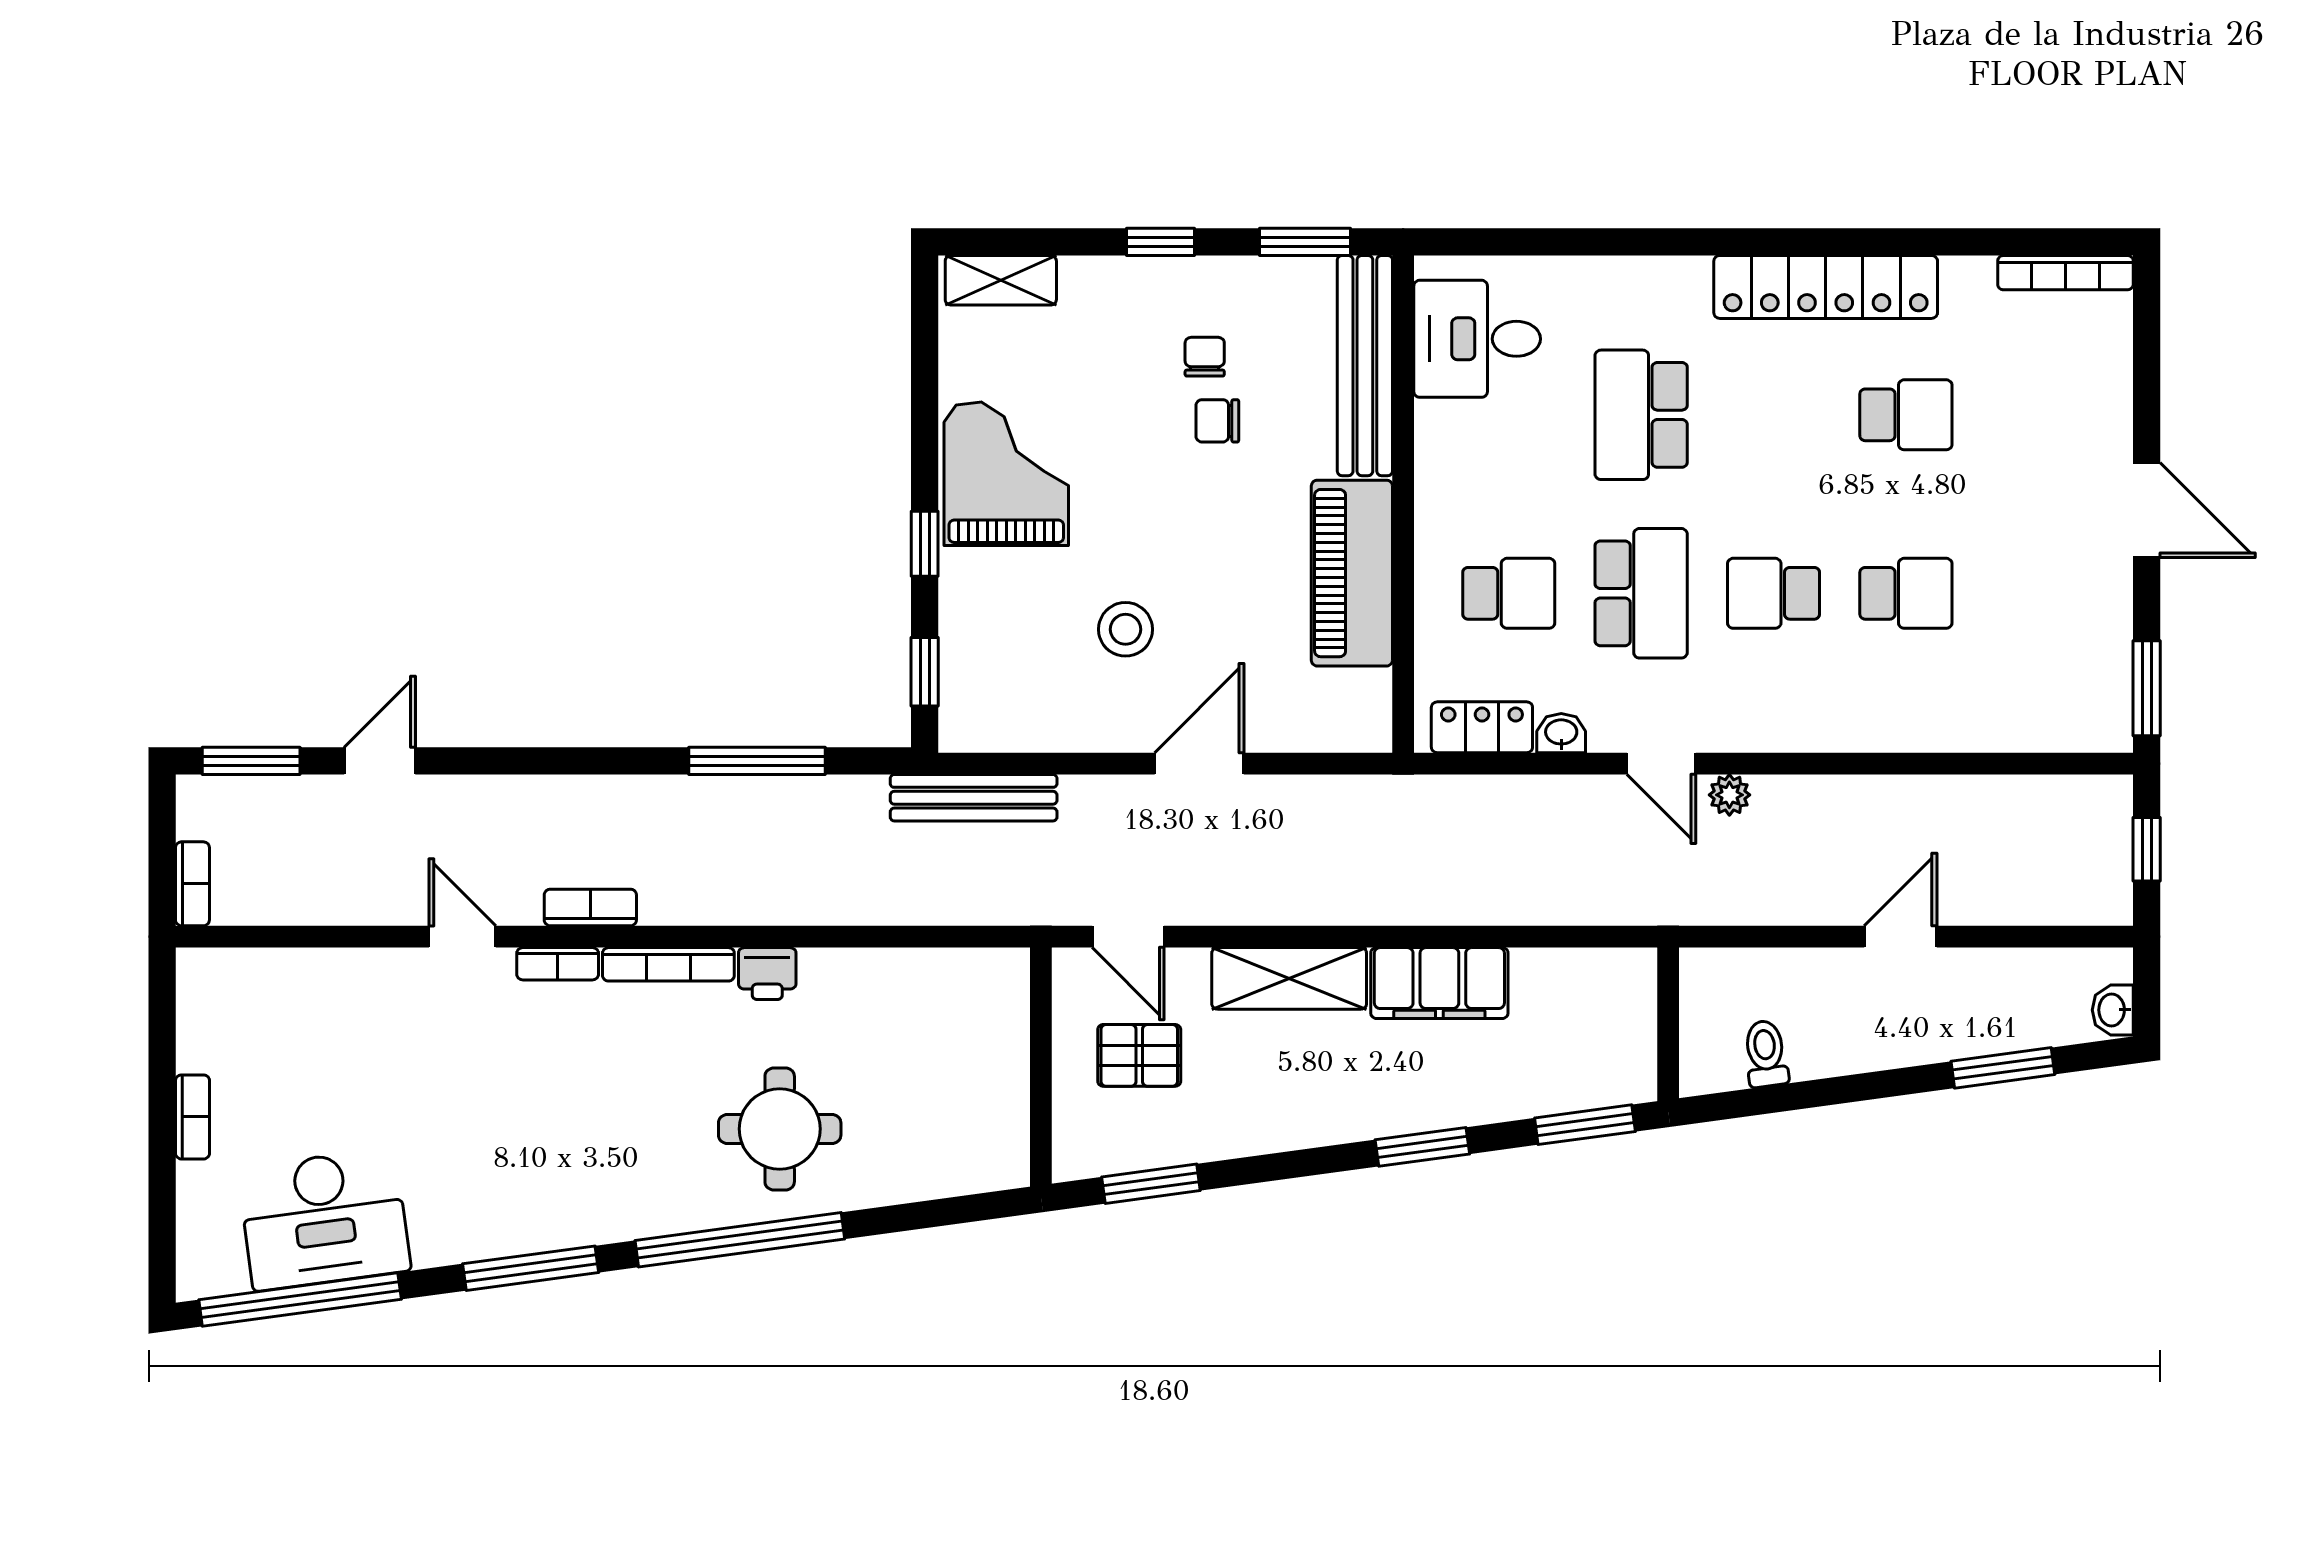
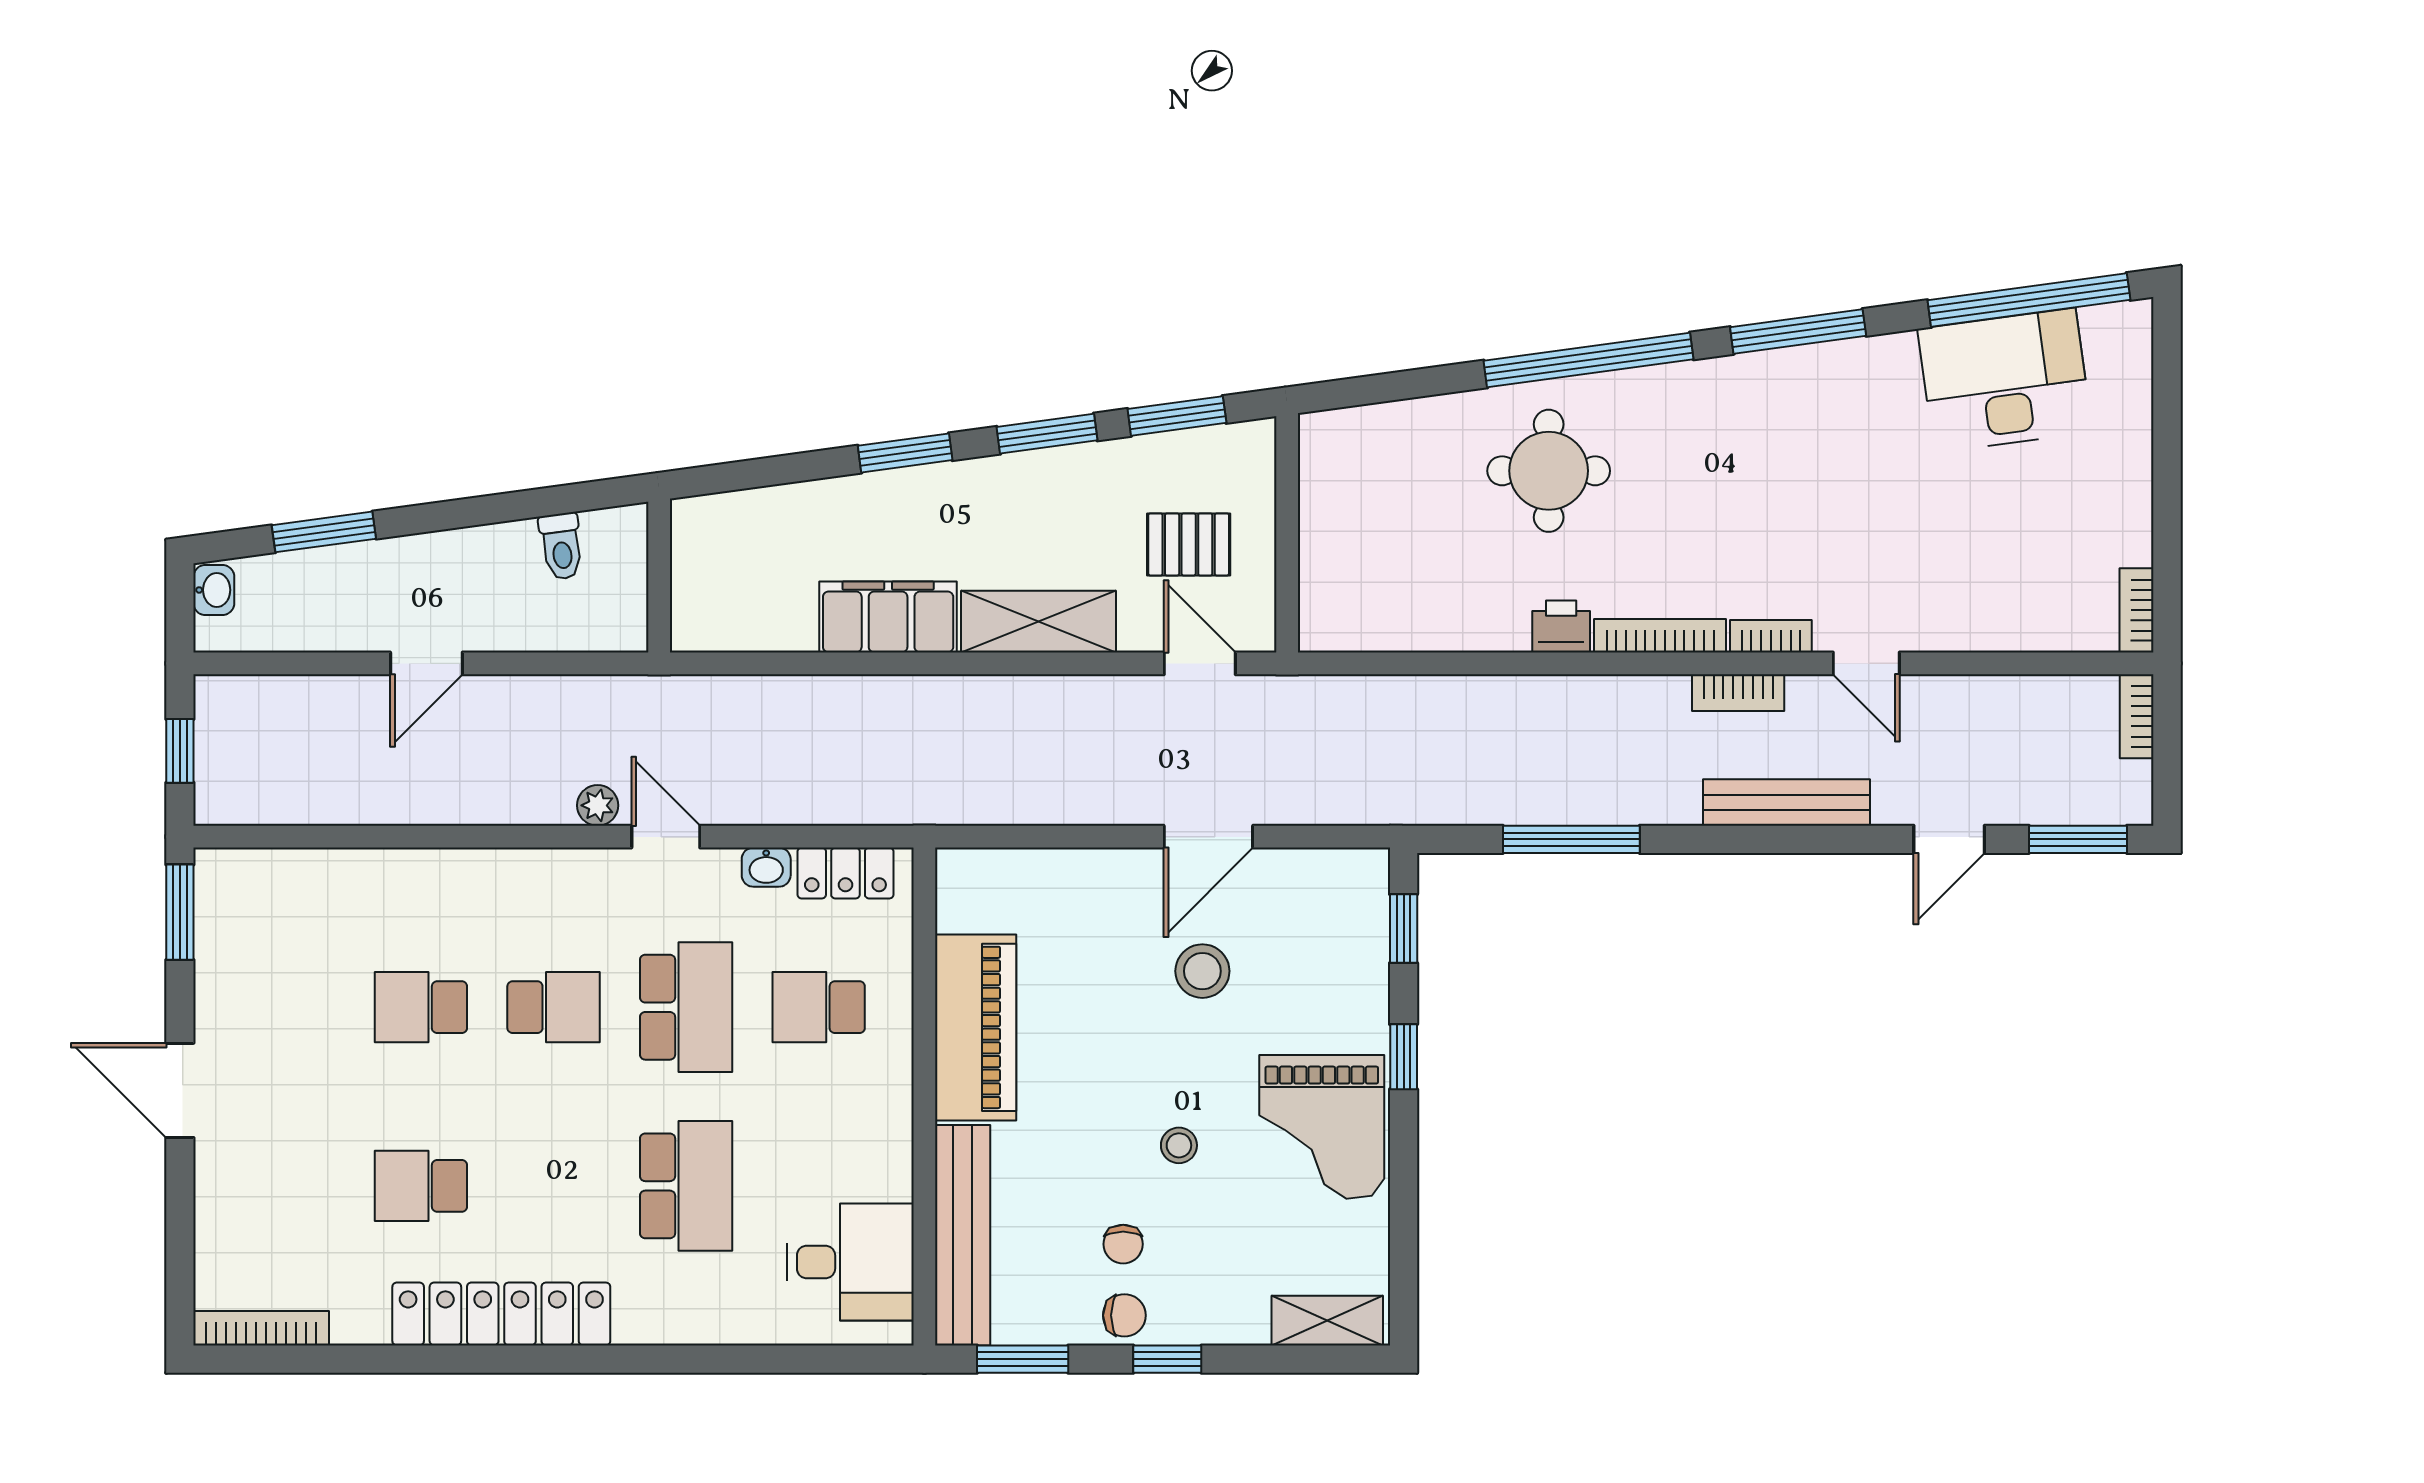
chair: (1217, 421) -> (1124, 1315), moved
stool: (1149, 455) -> (1179, 1145), added
school desk: (1641, 593) -> (686, 1007), turned 180
door: (1199, 764) -> (1208, 837), moved
bench: (974, 798) -> (1787, 802), moved
bookcase: (192, 1117) -> (2137, 610), moved
window: (1585, 1125) -> (1047, 434), moved

